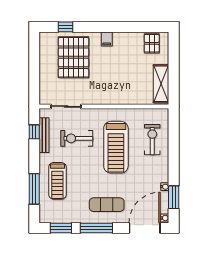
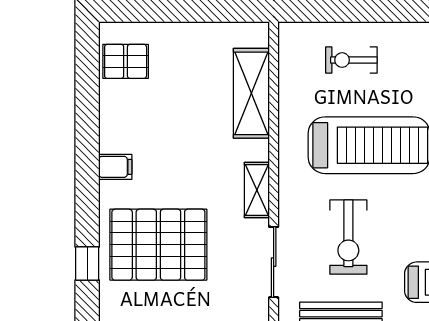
shelving: (161, 84) -> (251, 93), moved, turned 90
shelving: (97, 99) -> (257, 190), added
exercise bike: (152, 140) -> (351, 60), width x0.73, depth x0.72

